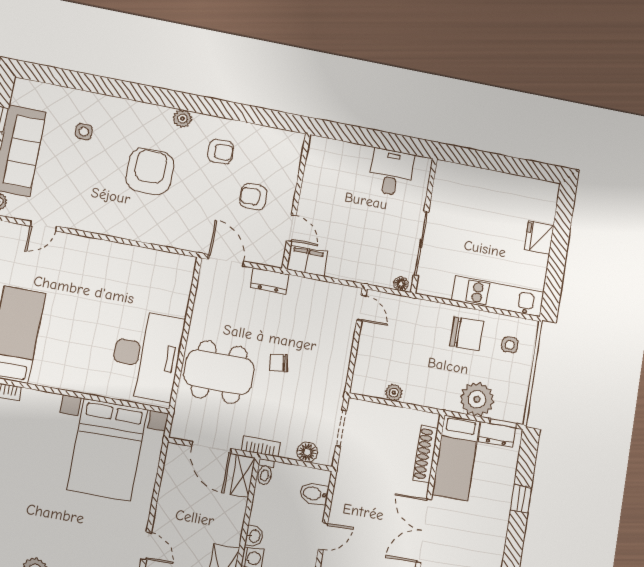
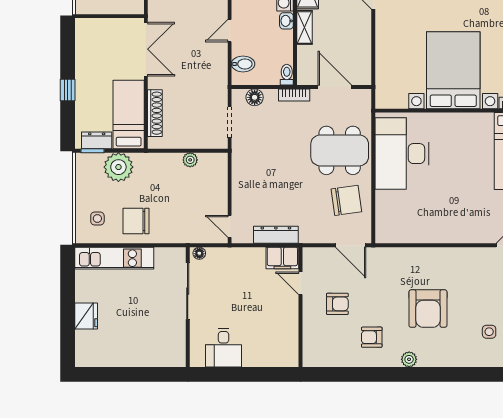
dresser: (269, 281) -> (276, 235), moved, width x1.44
chair: (279, 363) -> (346, 200), moved, width x1.87, depth x1.87
bed with nightstands: (107, 450) -> (453, 70), moved
shelving: (243, 476) -> (305, 27), moved

